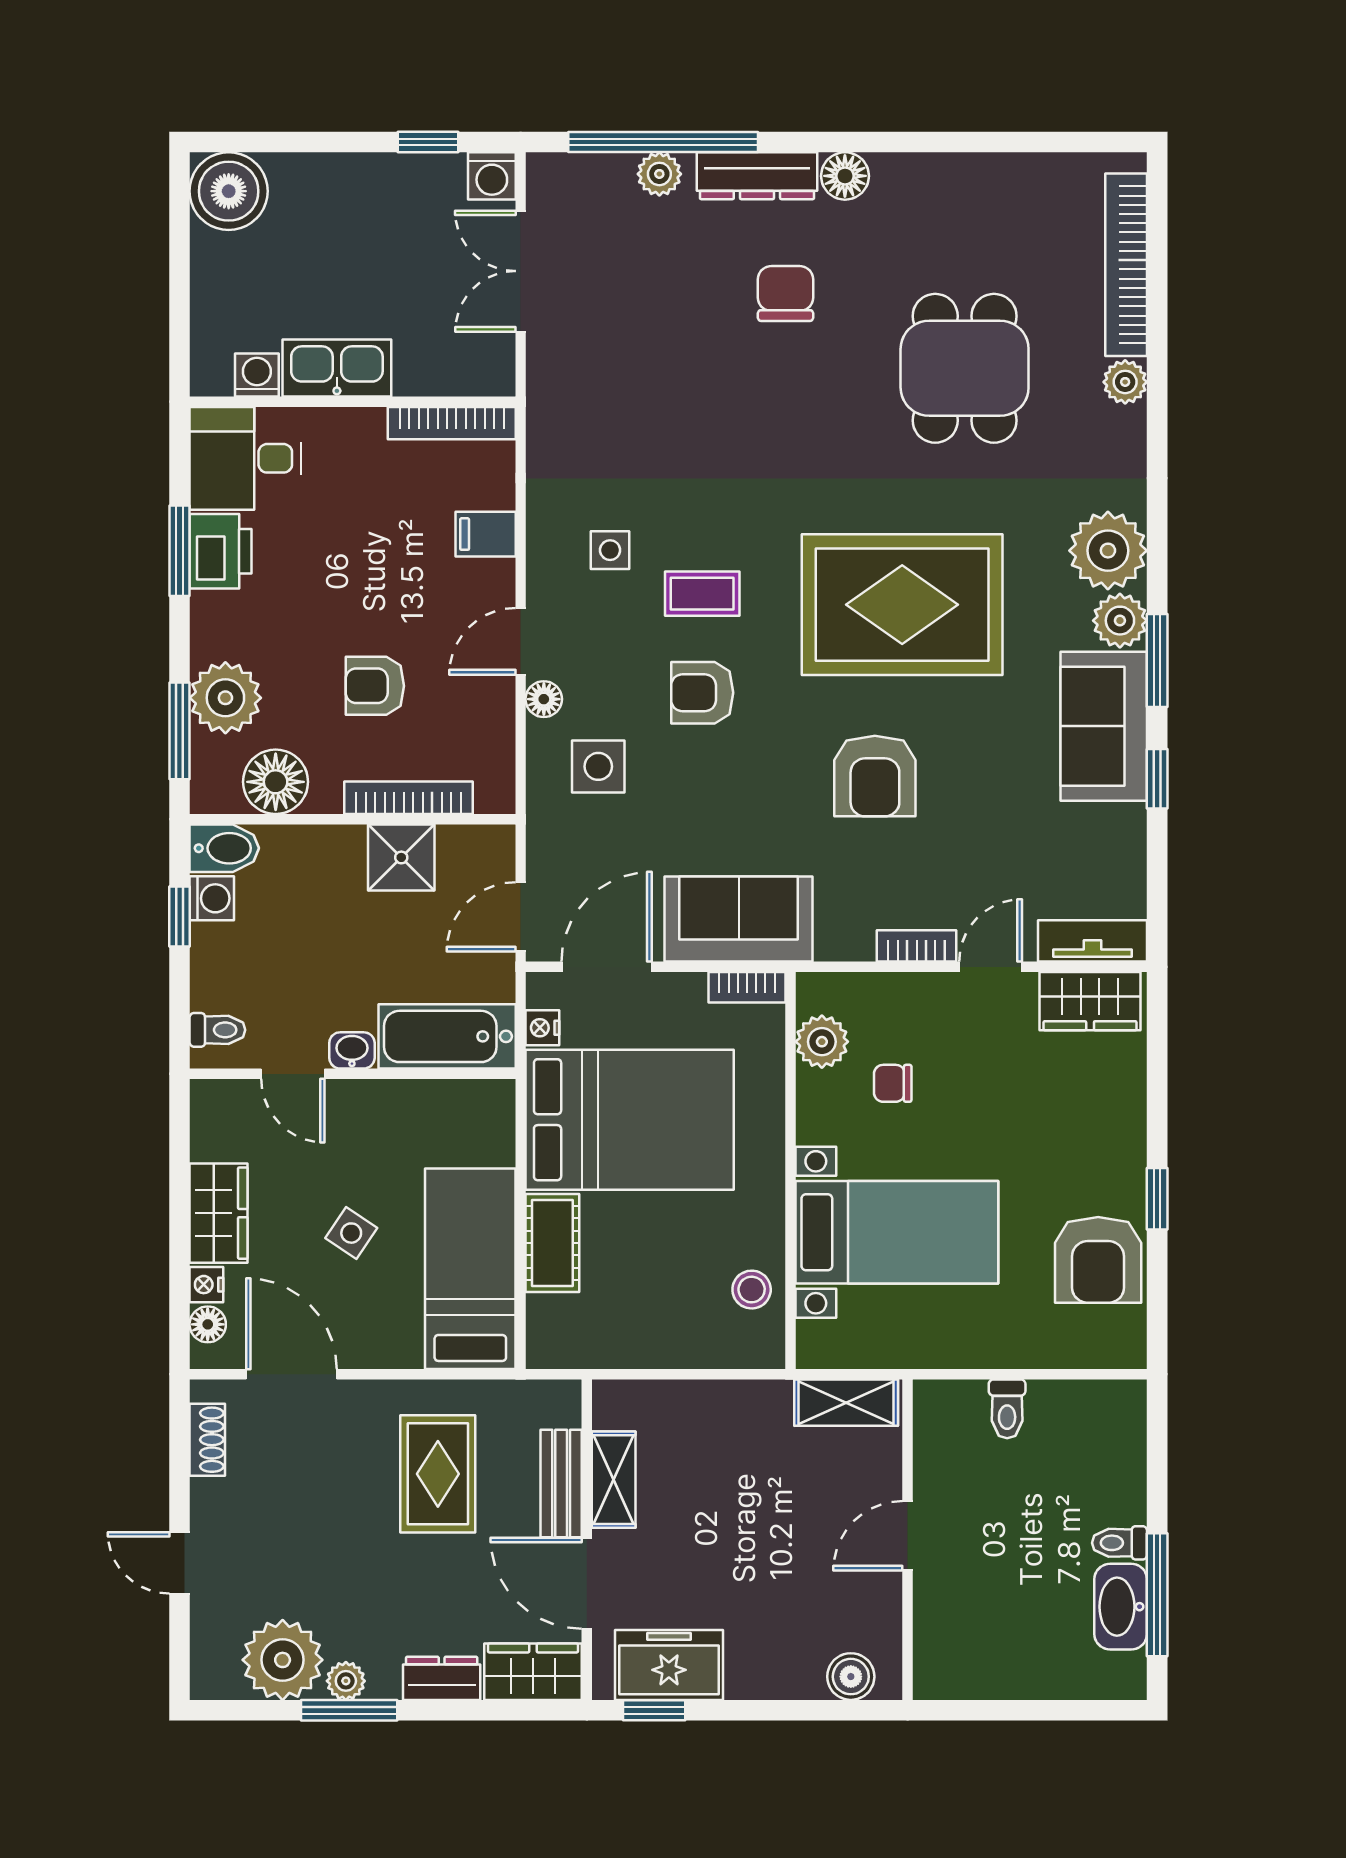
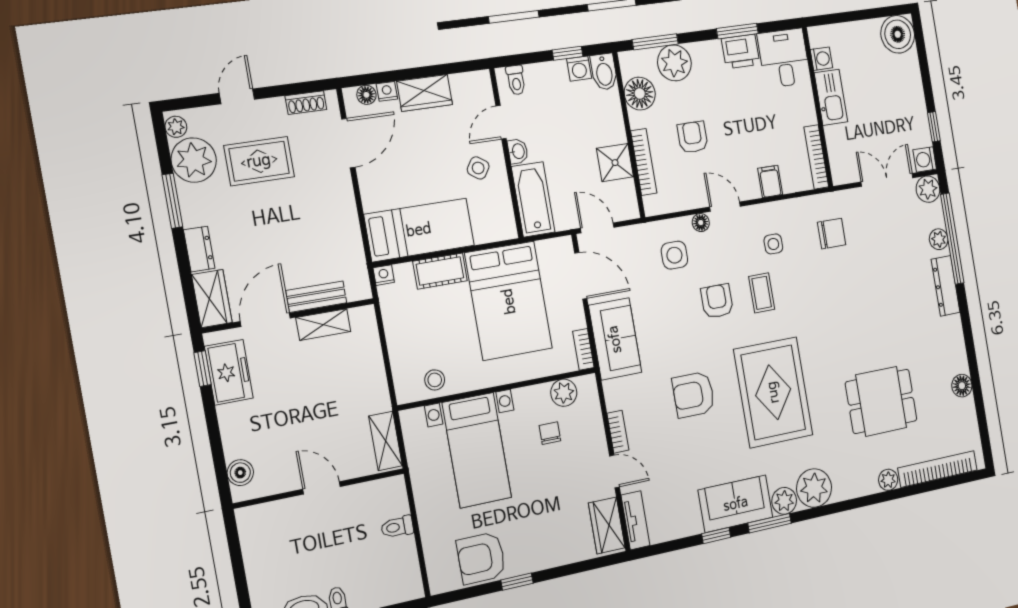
floor lamp: (845, 176) -> (962, 386), moved
plant: (553, 180) -> (928, 189), added
chair: (786, 293) -> (832, 234), moved
nightstand: (542, 1028) -> (384, 275), moved
side table: (351, 1233) -> (478, 168), moved
rug: (438, 1474) -> (259, 161), moved
plant: (346, 1681) -> (176, 127), moved

